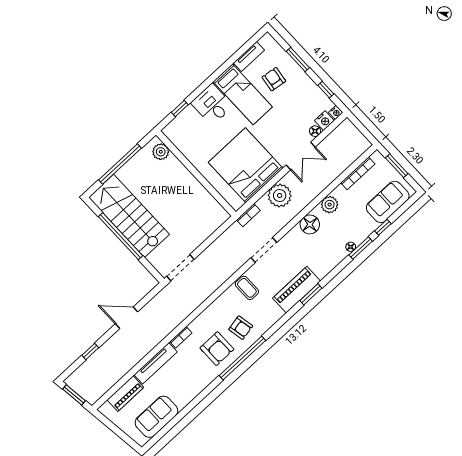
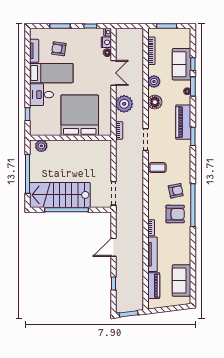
bed: (246, 165) -> (80, 115), moved, turned 90
sofa: (388, 202) -> (182, 64), moved
piano: (297, 290) -> (183, 122), moved

